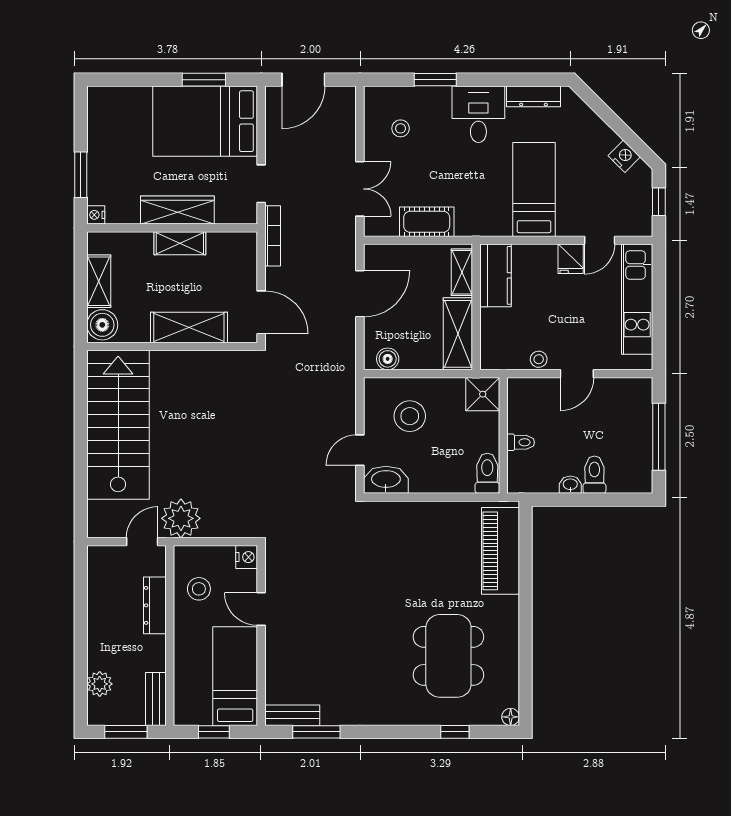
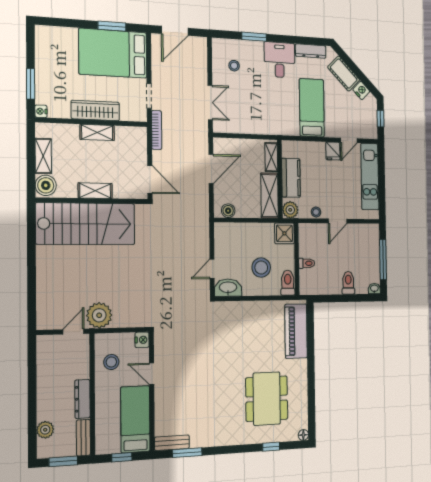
cot: (427, 222) -> (344, 74), moved, turned 45
kitchen counter: (495, 275) -> (291, 178), moved
shelving: (189, 327) -> (95, 191), width x0.67, depth x0.75
plant: (493, 356) -> (290, 210), added
stool: (410, 416) -> (261, 268), moved
stairs: (118, 425) -> (86, 224), moved, turned 90
washbasin: (570, 485) -> (374, 289), moved
dresser: (155, 605) -> (82, 399), moved

